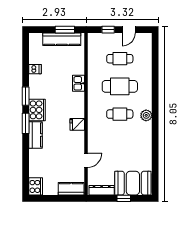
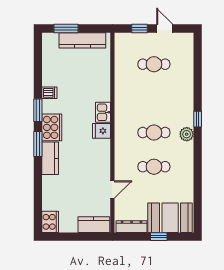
window: (65, 30) -> (66, 28), moved
door: (129, 30) -> (165, 28), swing flipped
dishwasher: (35, 69) -> (49, 93), moved
kitchen sink: (79, 83) -> (103, 112), moved
cafe table: (120, 86) -> (154, 167), moved, width x0.73, depth x0.74
window: (155, 103) -> (198, 119), added
fridge: (77, 124) -> (101, 131), moved

